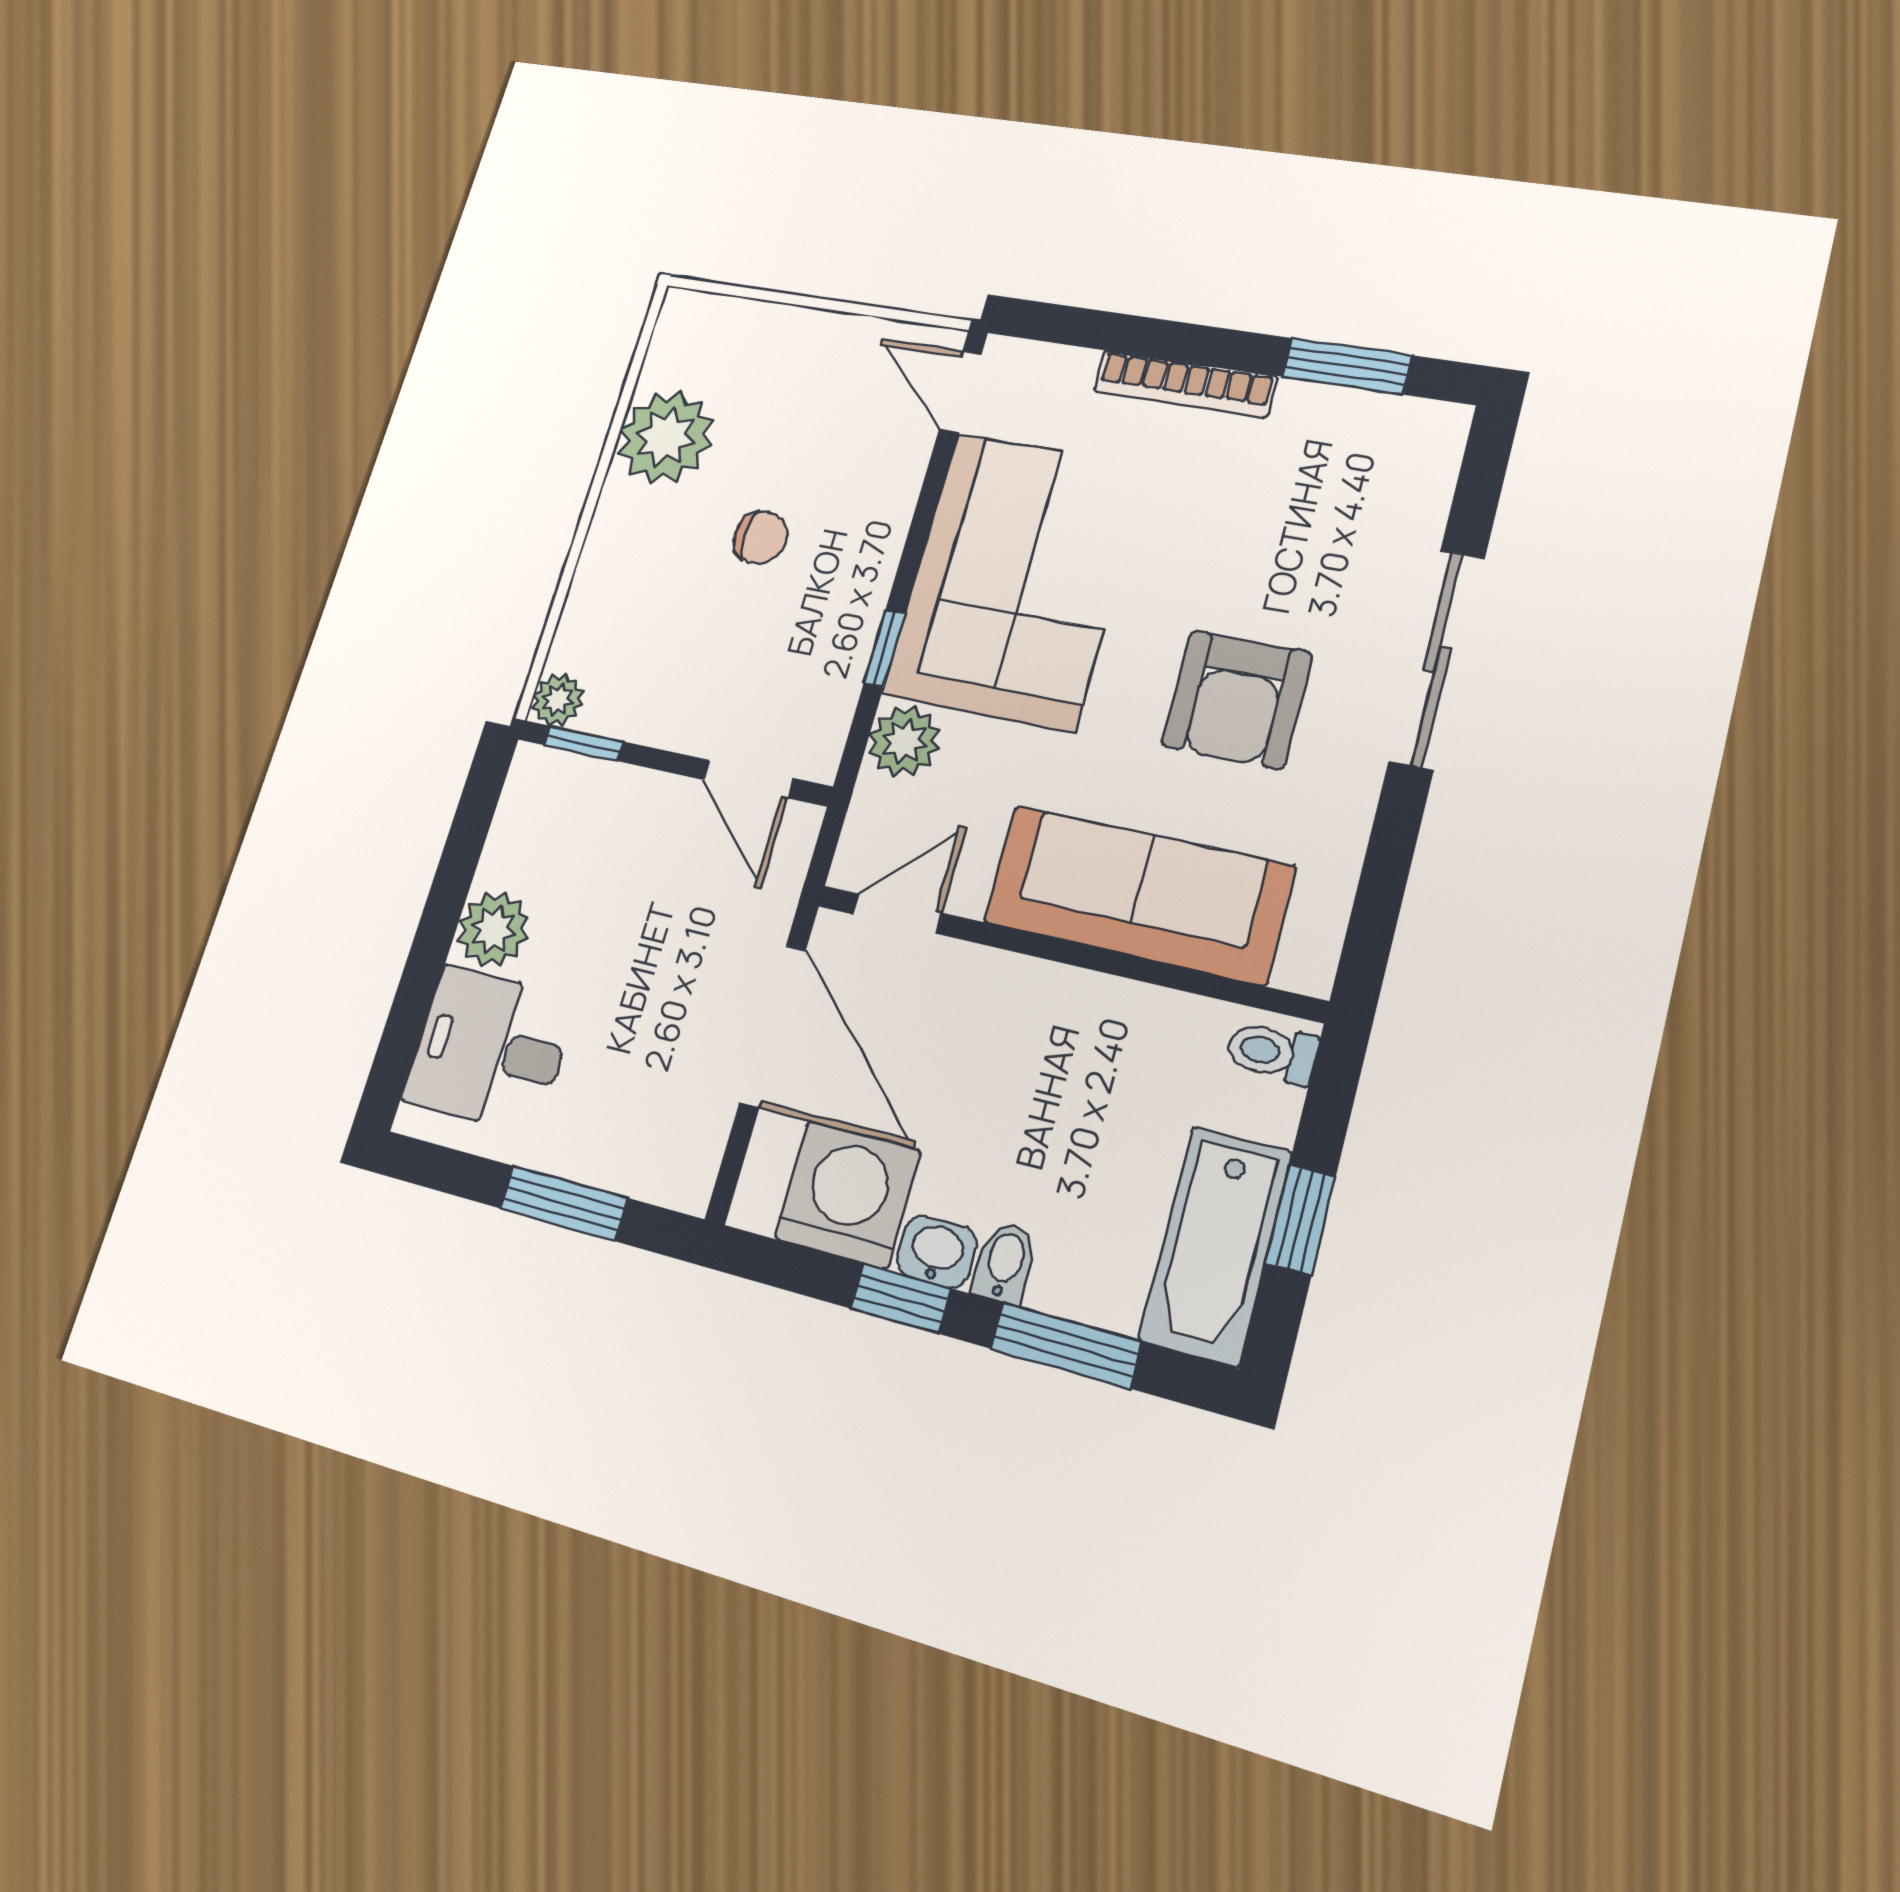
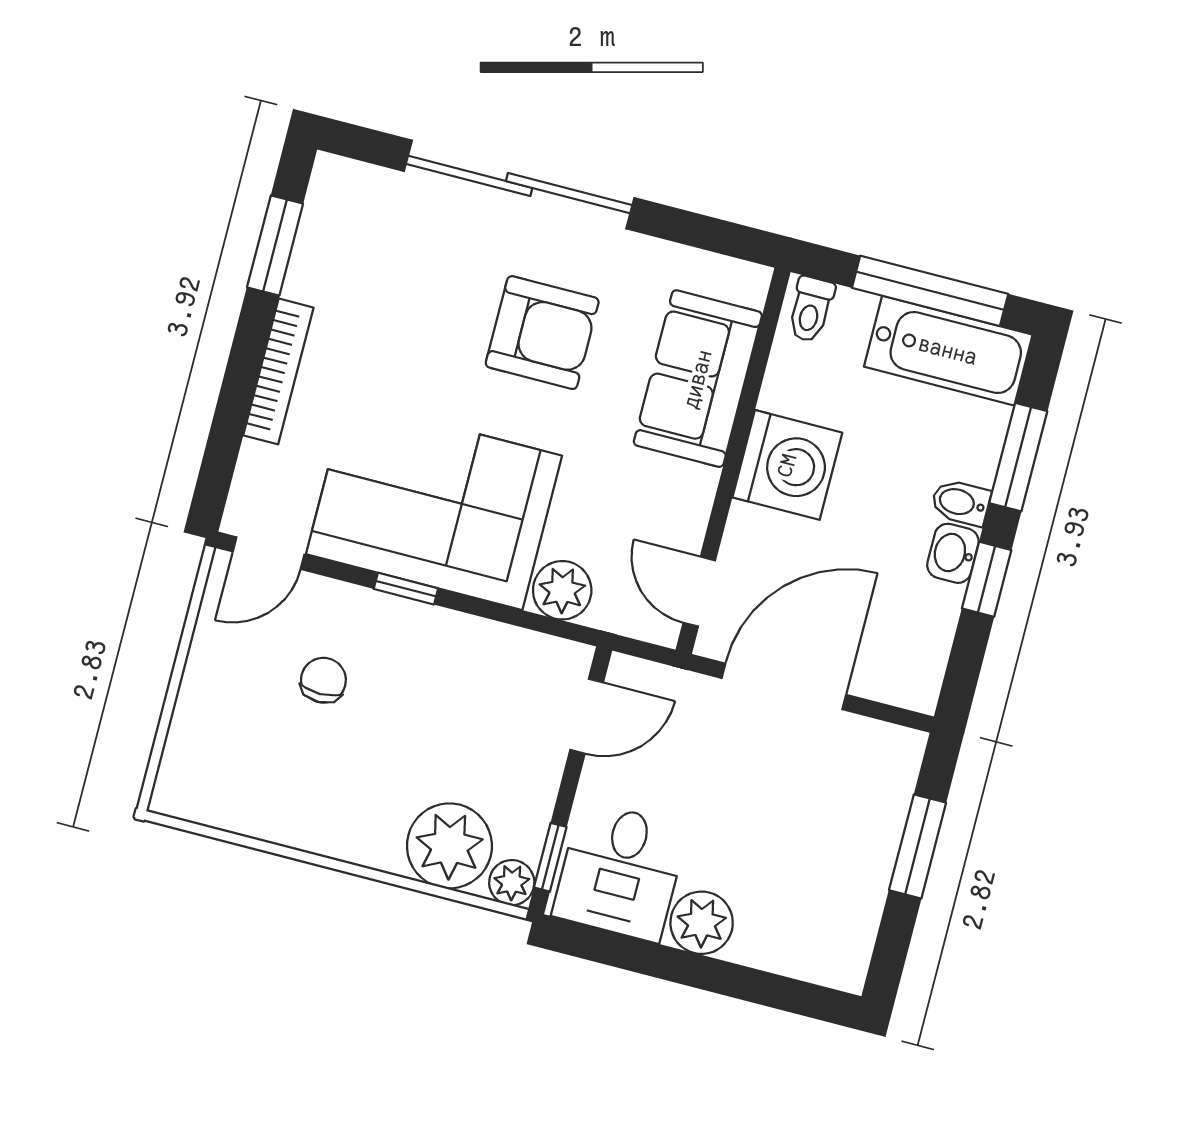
plant: (666, 437) -> (449, 846), moved
chair: (760, 537) -> (323, 680), moved
window: (884, 649) -> (406, 589), moved
sliding door: (1437, 659) -> (519, 185), width x1.36
sofa: (1138, 894) -> (698, 379), width x0.73
desk: (490, 1049) -> (620, 871), moved
washing machine: (847, 1195) -> (787, 465), moved, turned 180
window: (1300, 1220) -> (930, 291), width x2.17

